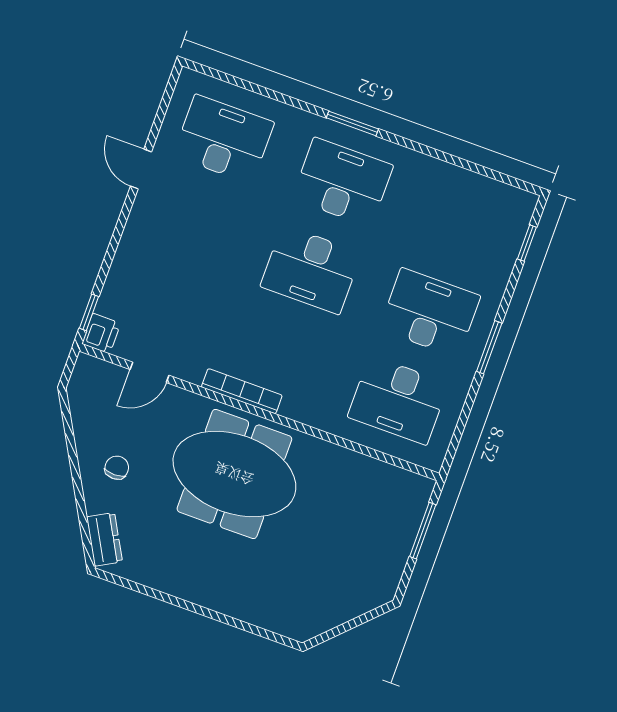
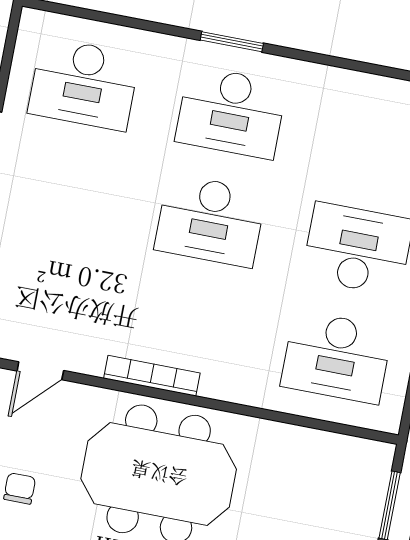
desk: (224, 139) -> (84, 84), turned 180
desk: (343, 182) -> (231, 112), turned 180

